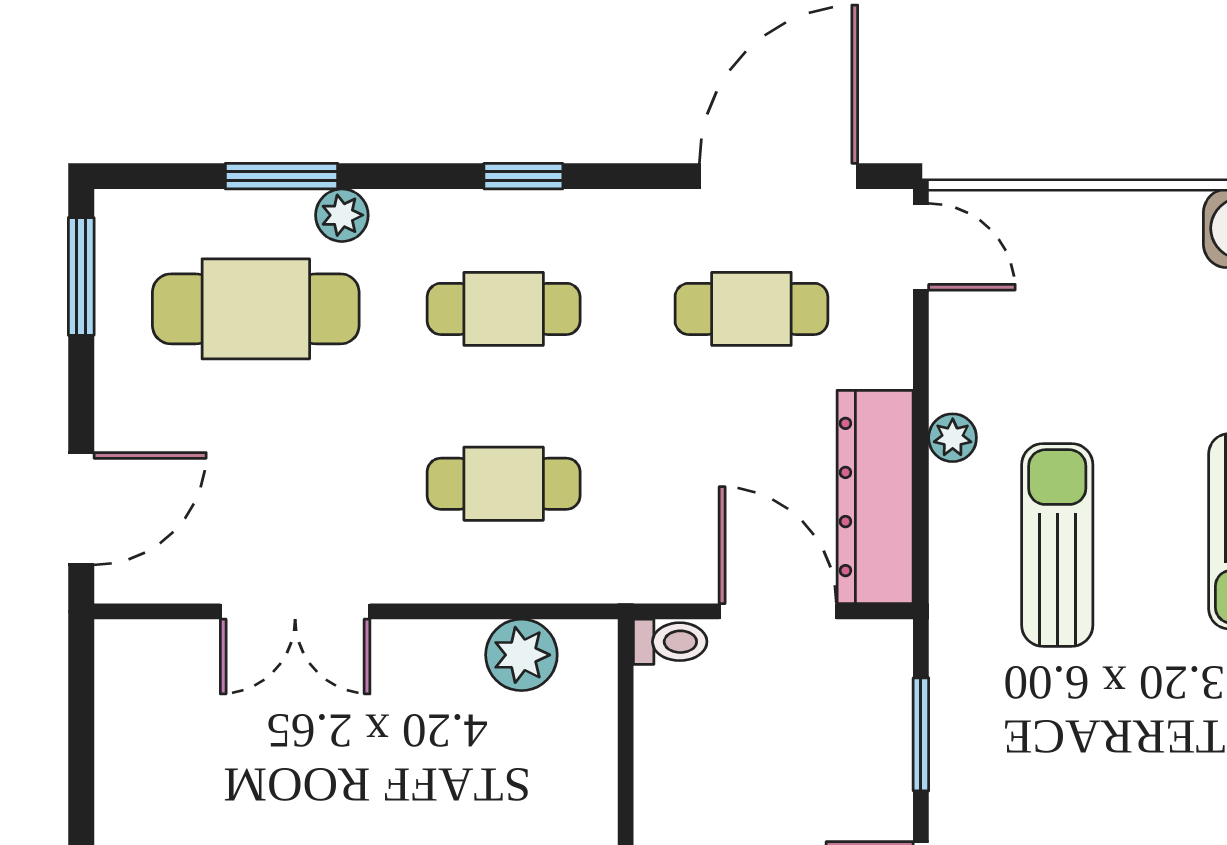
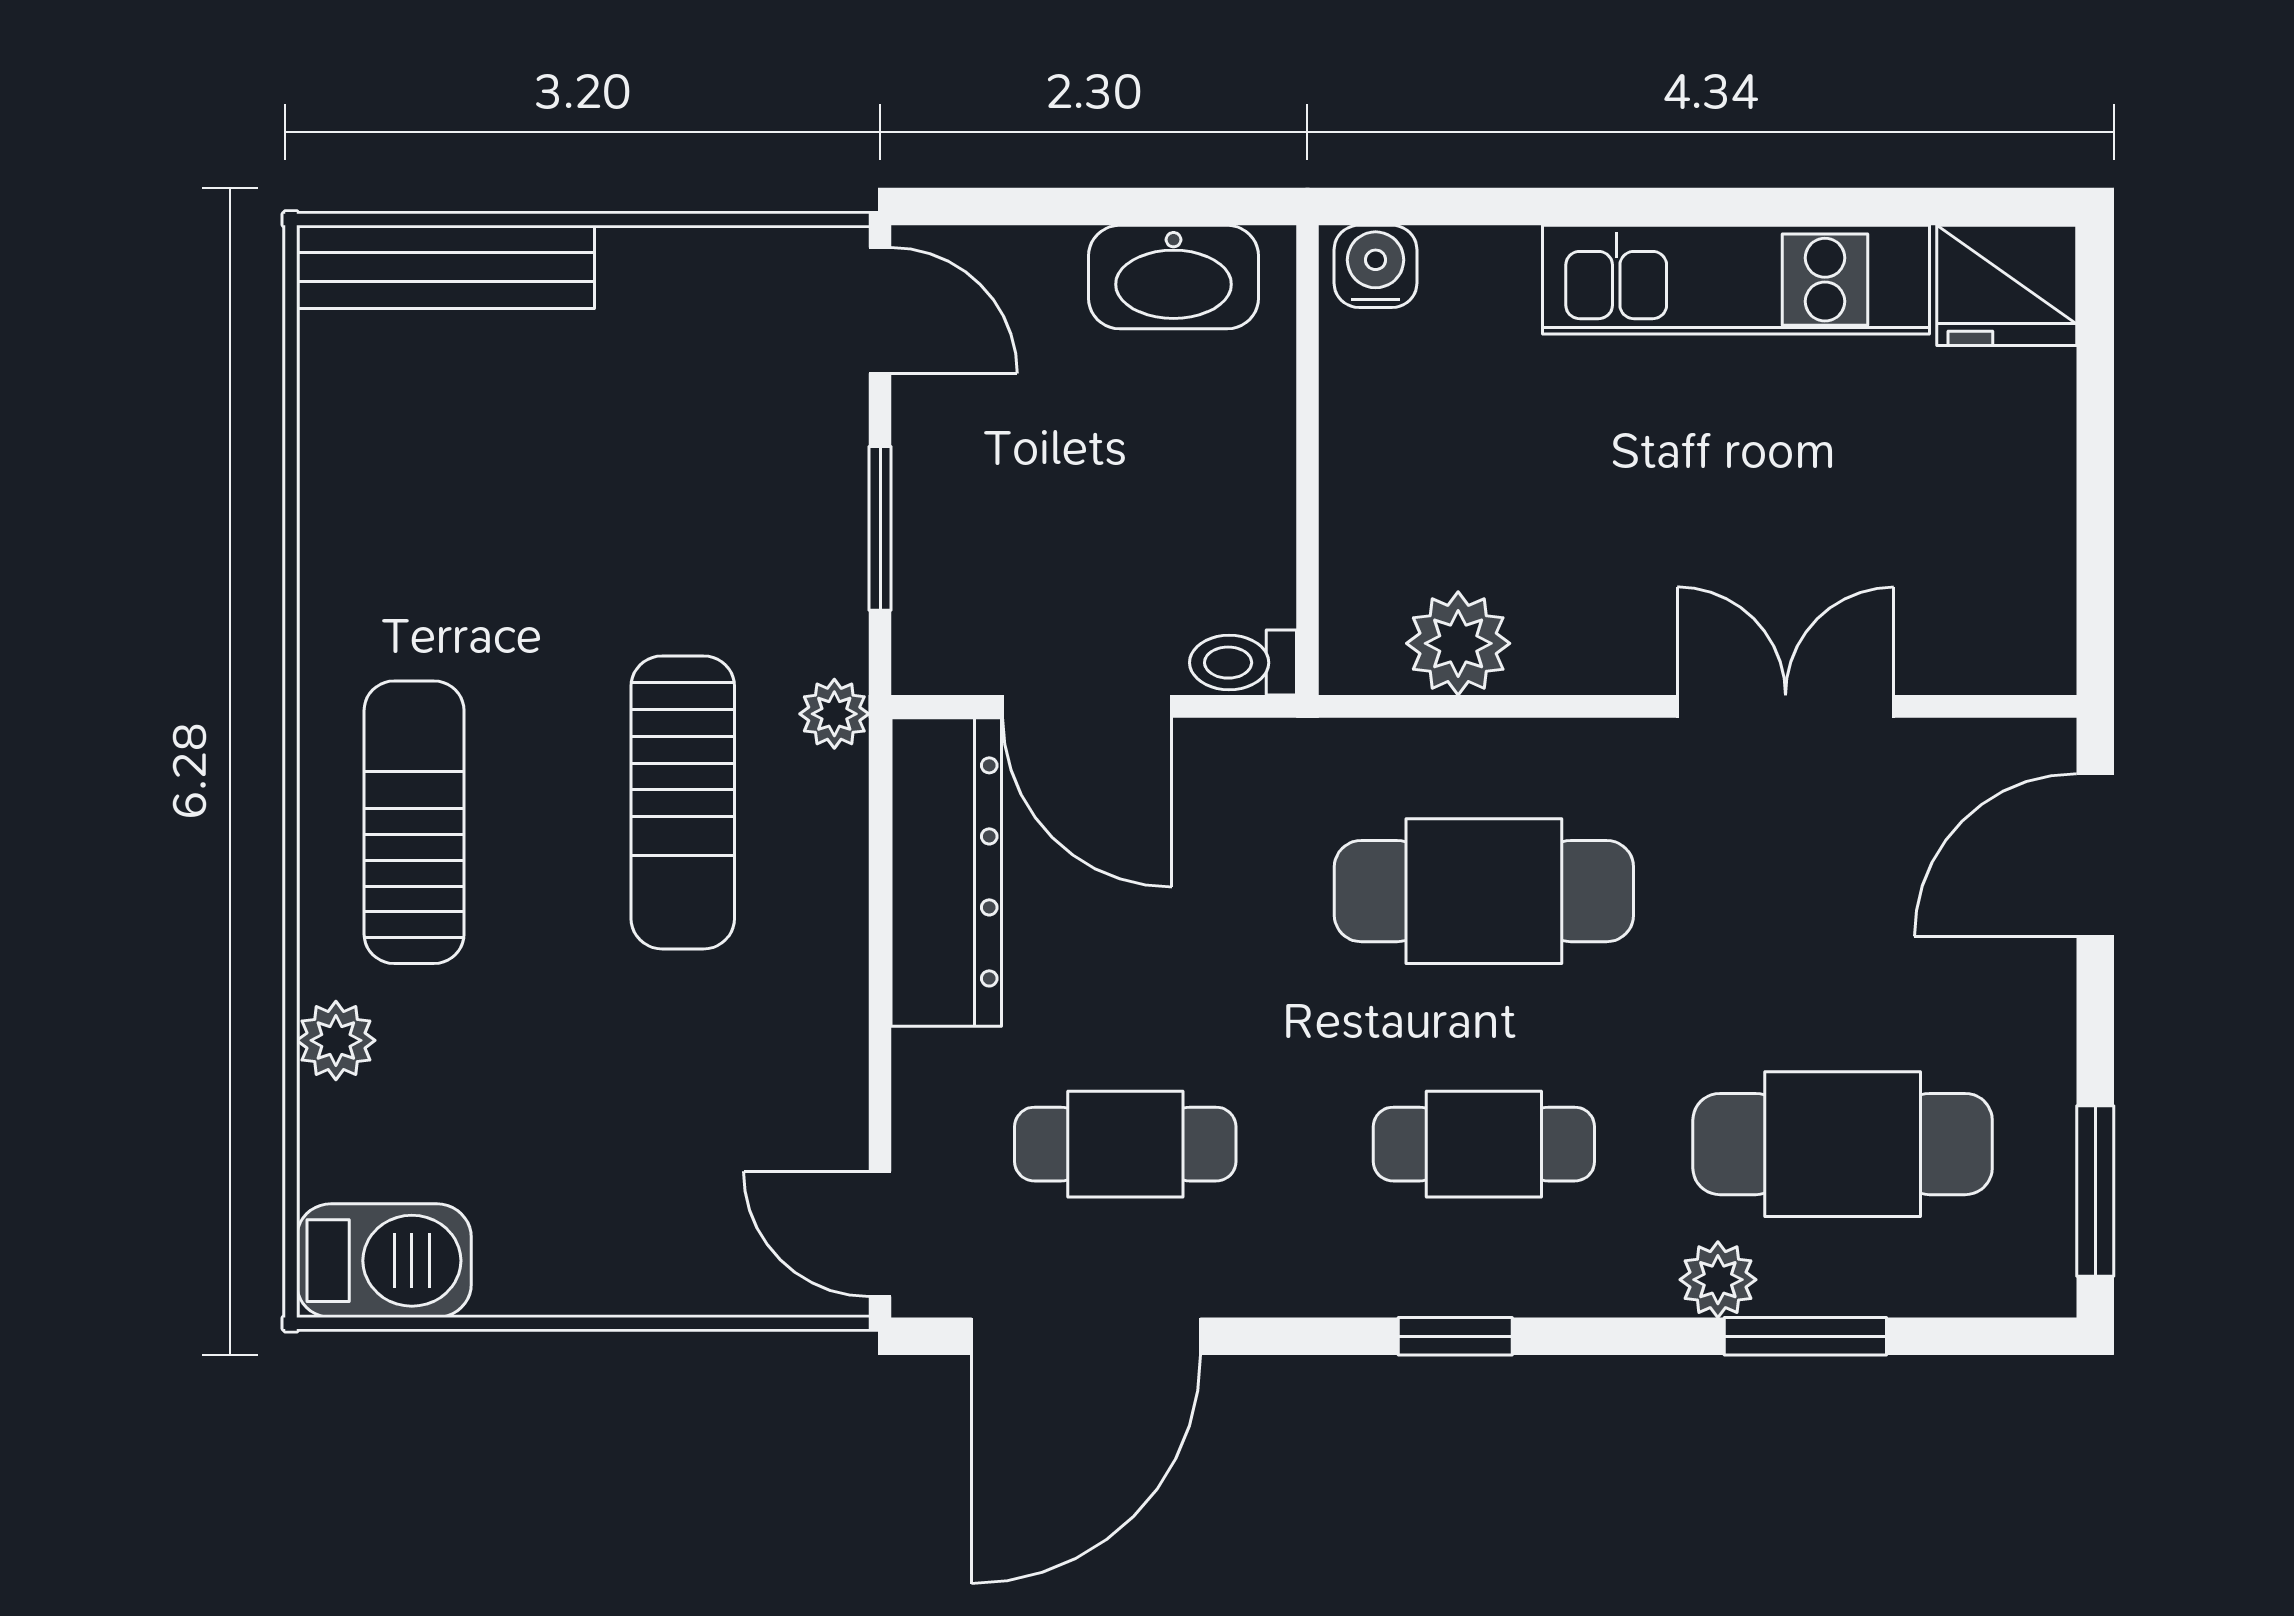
plant: (953, 438) -> (834, 714), moved
cafe table: (504, 484) -> (1484, 891), width x1.37, depth x1.35

